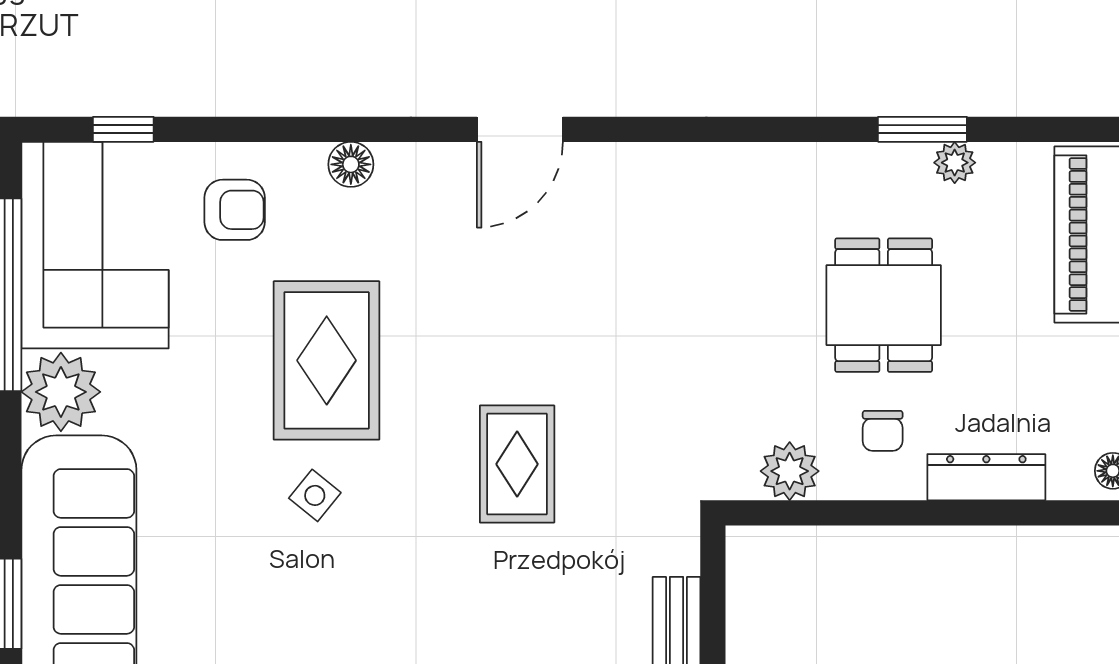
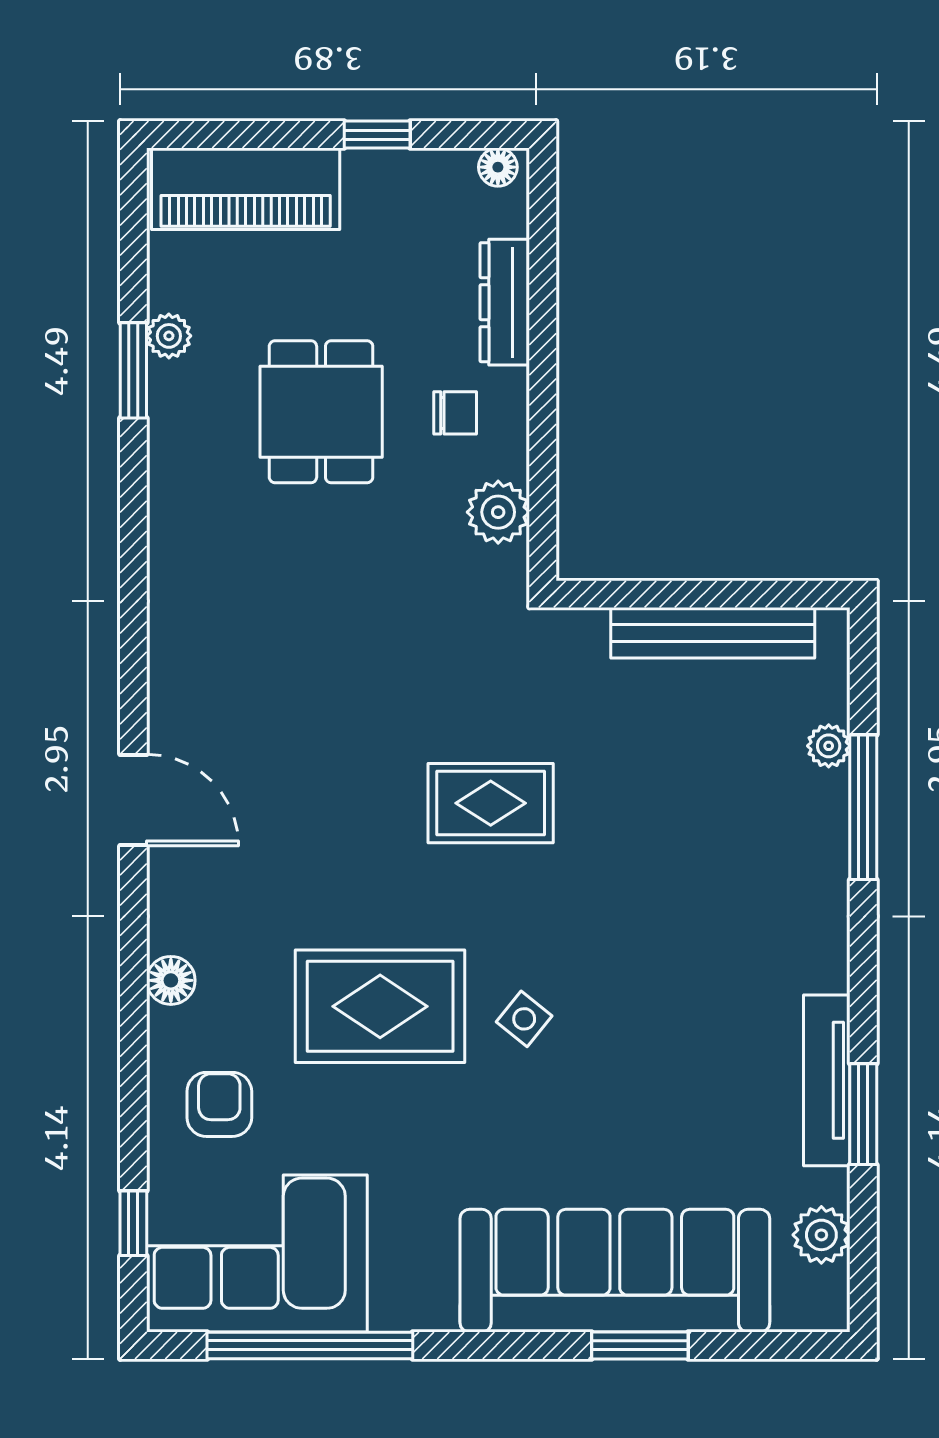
dining table: (884, 305) -> (321, 412), turned 90
plant: (61, 392) -> (414, 1290), removed

